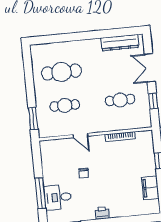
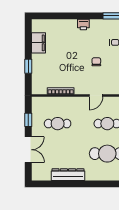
dresser: (120, 43) -> (68, 175), moved
door: (80, 135) -> (96, 95), swing flipped

